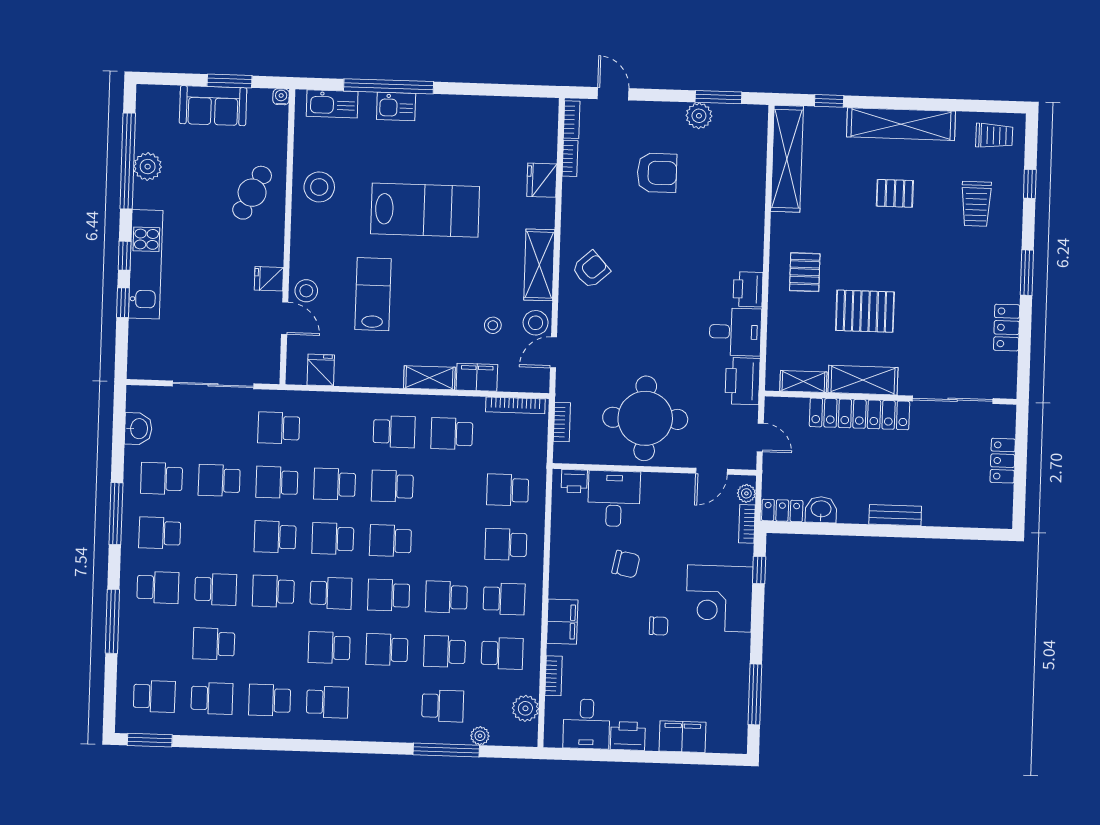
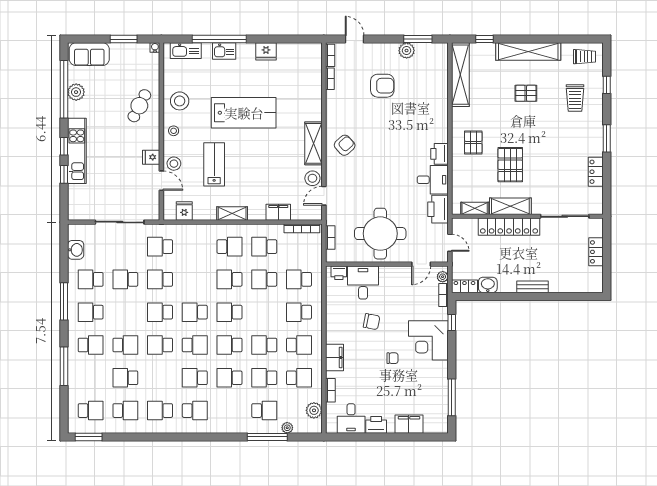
sofa: (213, 106) -> (89, 54), moved
fridge: (542, 180) -> (266, 51), moved, turned -90
pallet: (865, 311) -> (510, 165), turned 90
stool: (493, 325) -> (174, 131), moved
shelving: (429, 378) -> (232, 213), moved
school desk: (335, 484) -> (264, 279), moved

